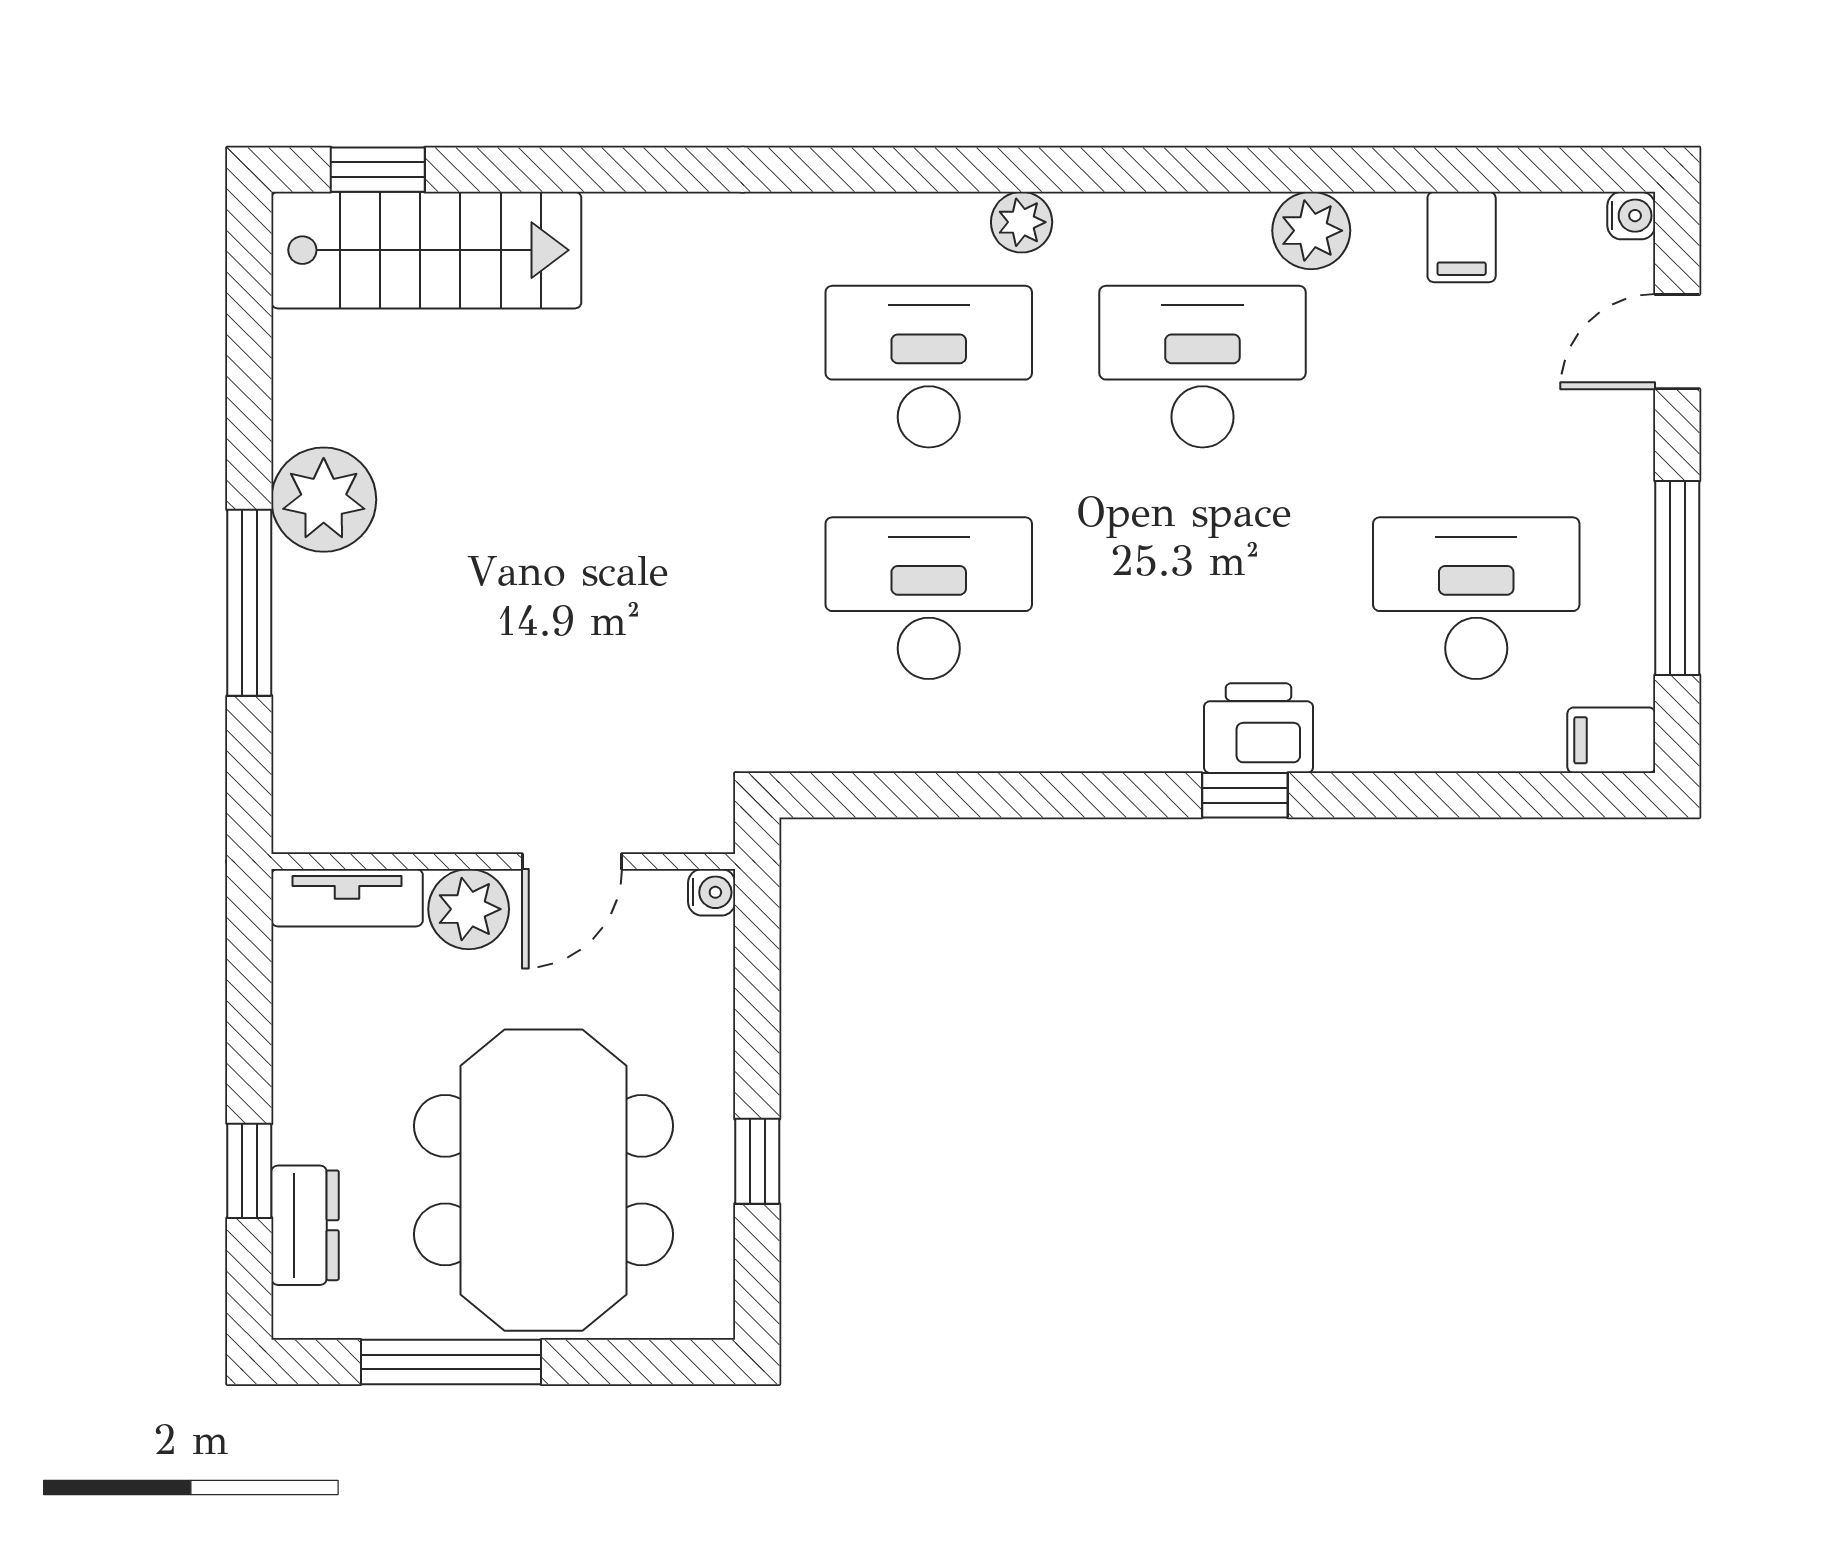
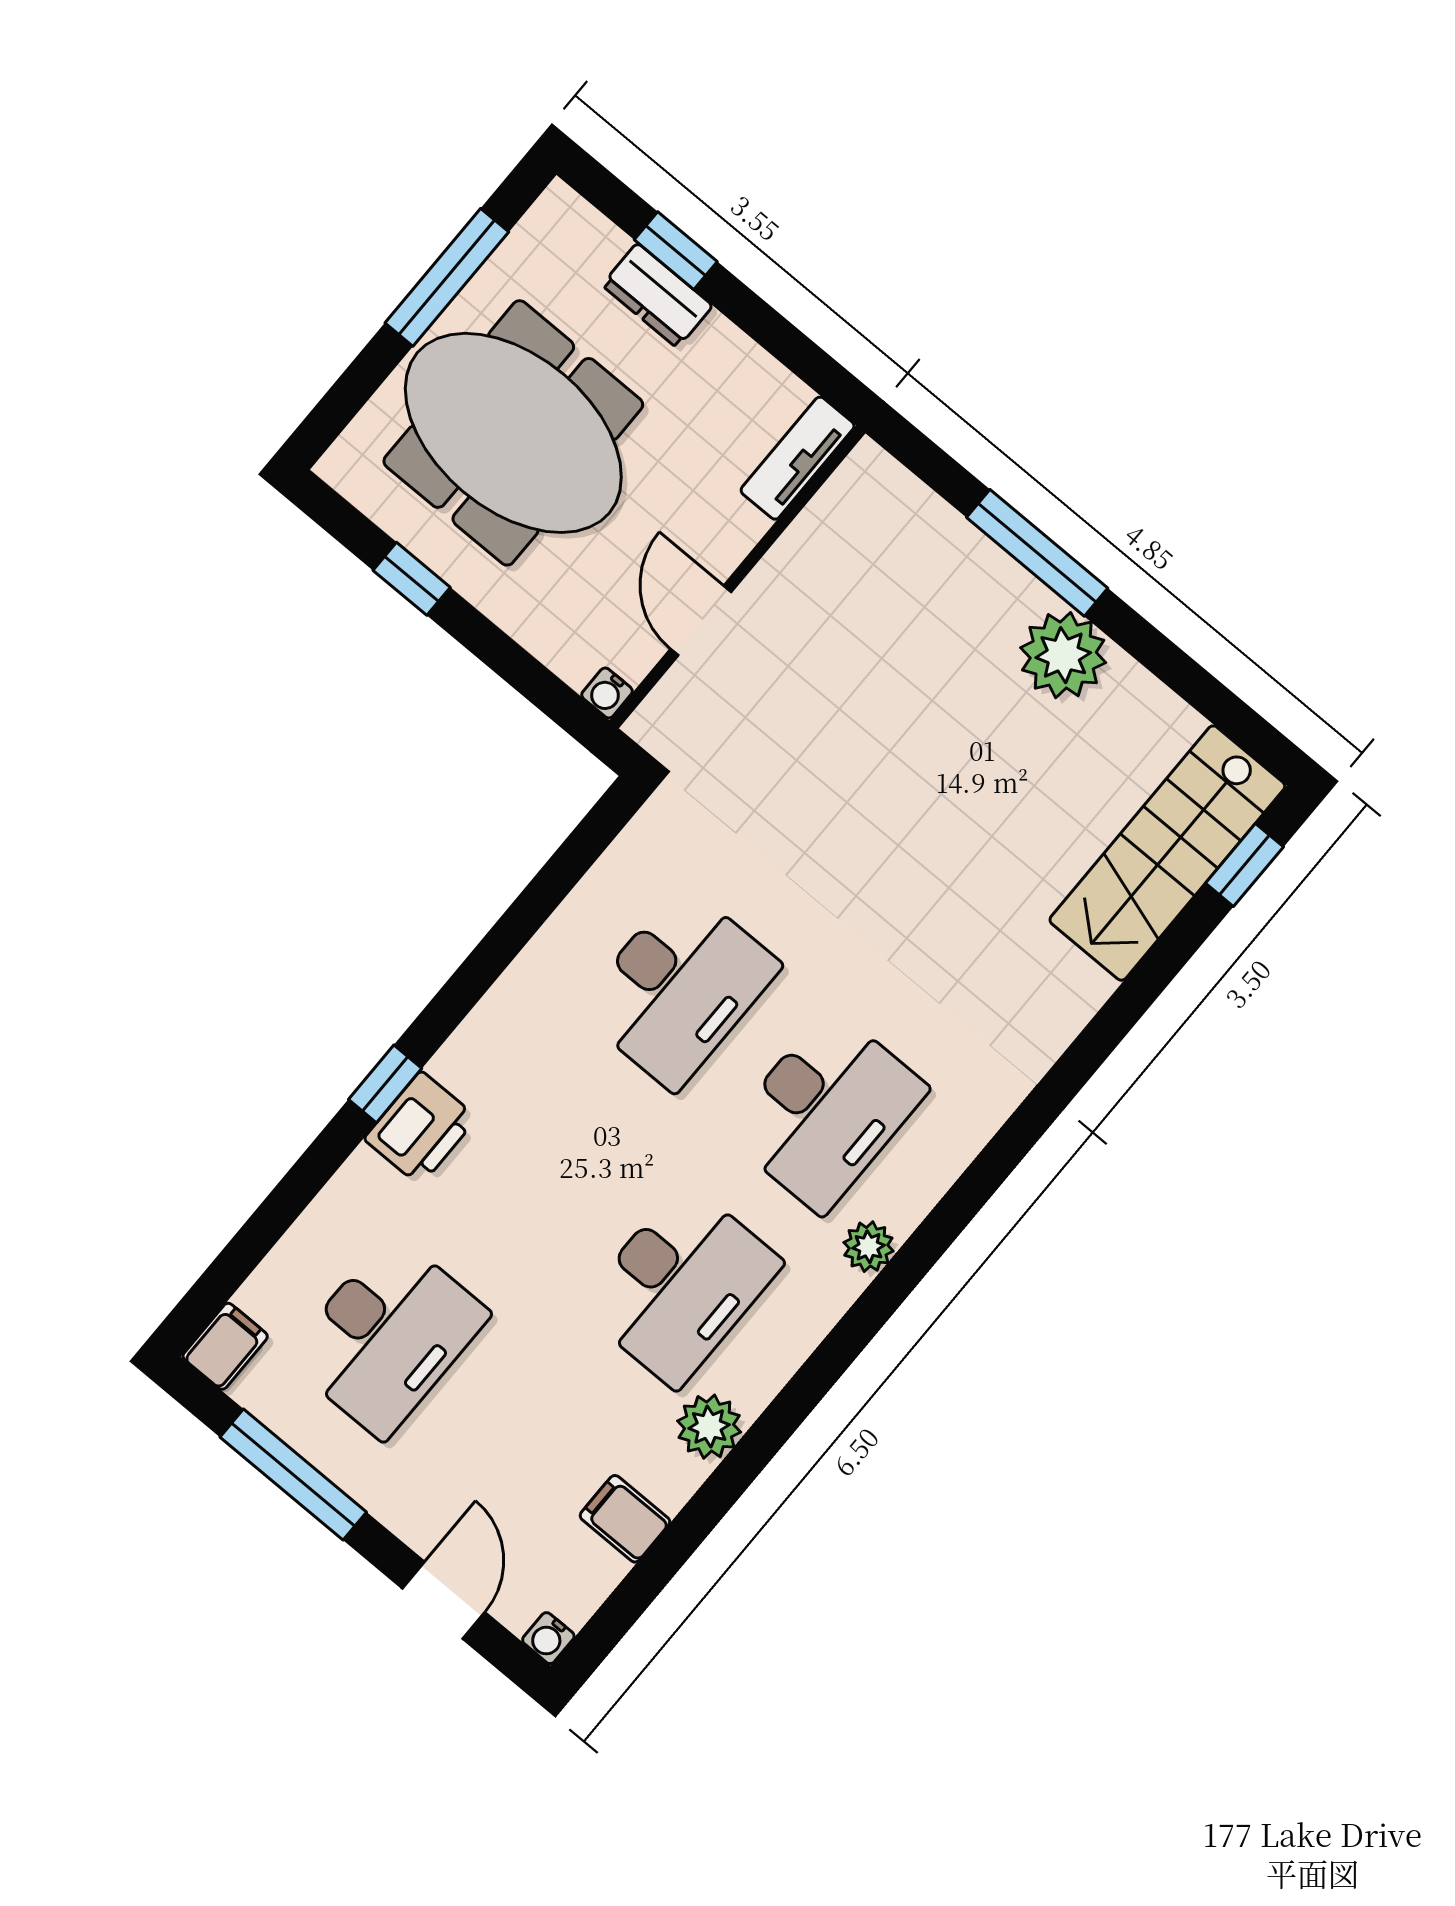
plant: (469, 909) -> (726, 530), removed
dresser: (305, 1225) -> (657, 295), moved

